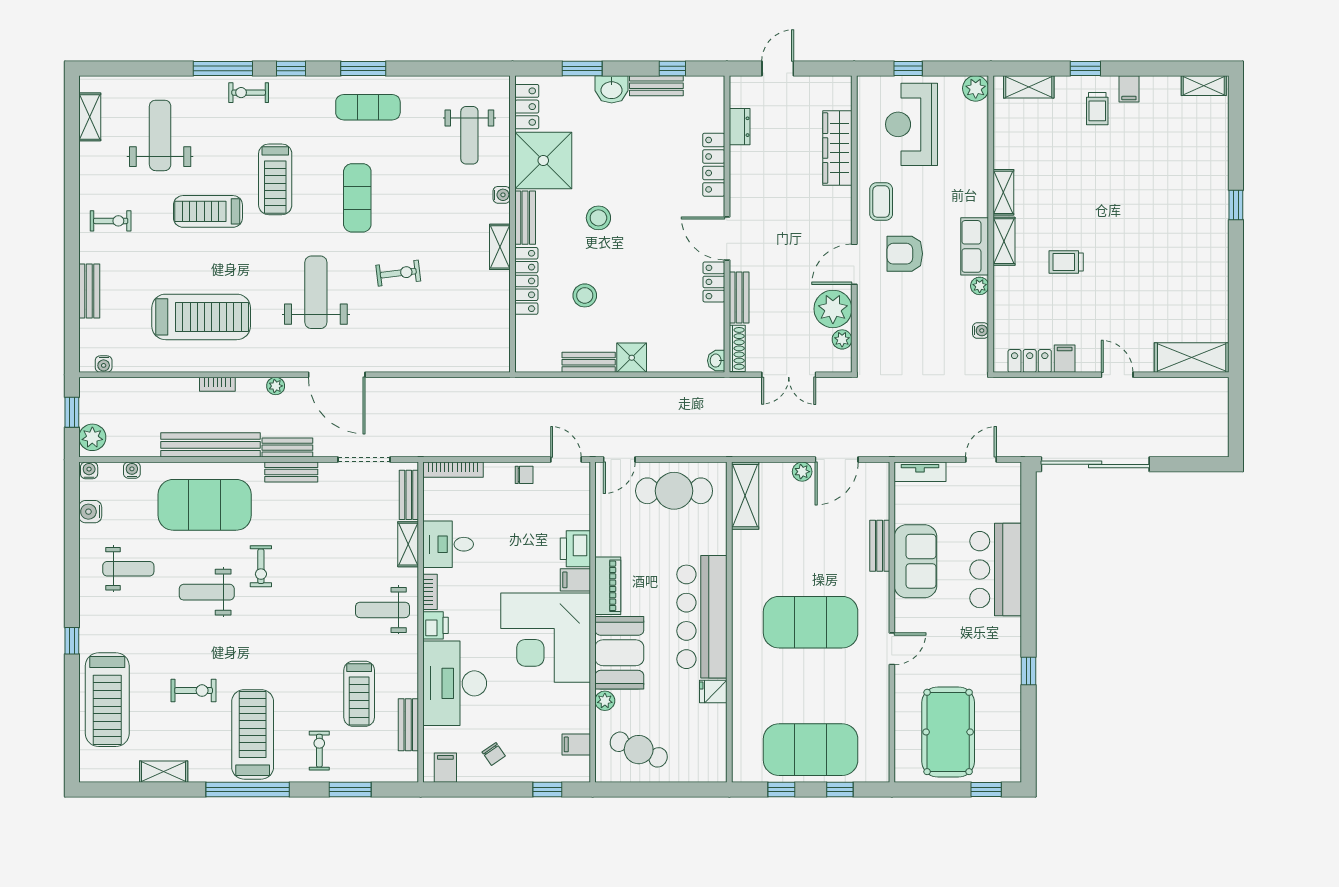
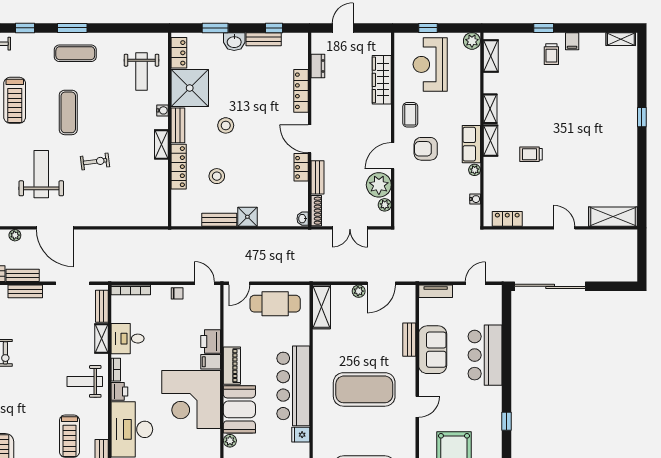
shelving: (1029, 87) -> (491, 56), moved, turned 90
filing cabinet: (1065, 359) -> (530, 217), removed

